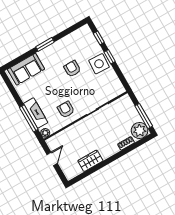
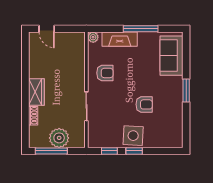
window: (99, 38) -> (109, 151), moved
window: (29, 118) -> (141, 29), moved
plant: (140, 130) -> (59, 138), moved
door: (52, 159) -> (47, 29), moved
wardrobe: (90, 161) -> (36, 92), moved

